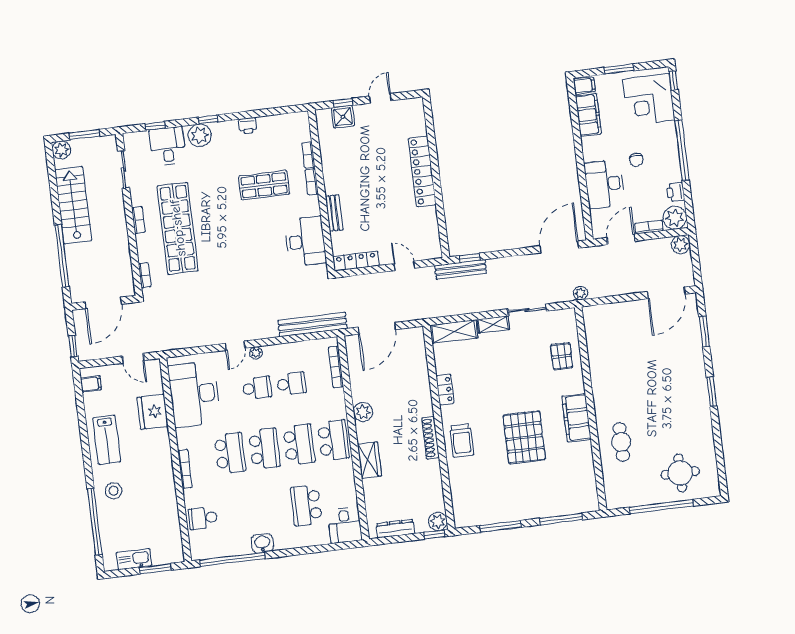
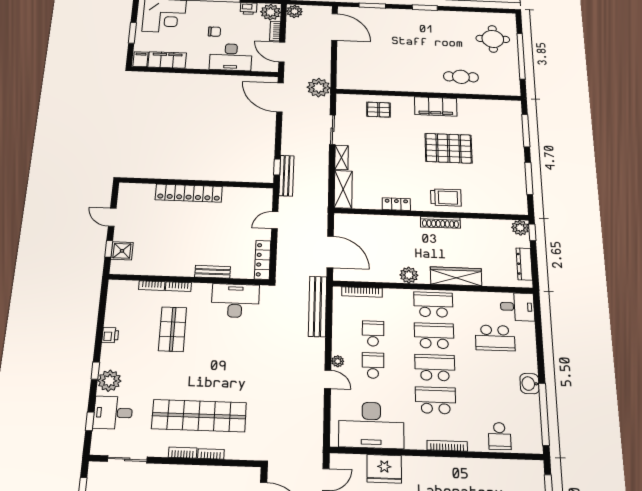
bookcase: (145, 275) -> (211, 454), moved
plant: (581, 293) -> (319, 88), width x1.88, depth x1.88
wardrobe: (369, 460) -> (456, 276), width x1.50

